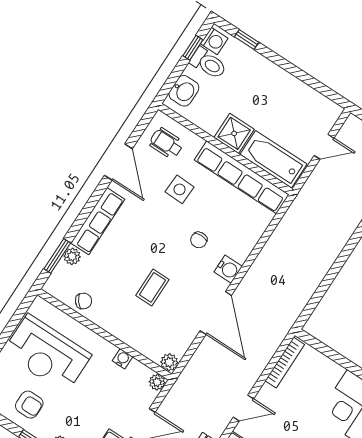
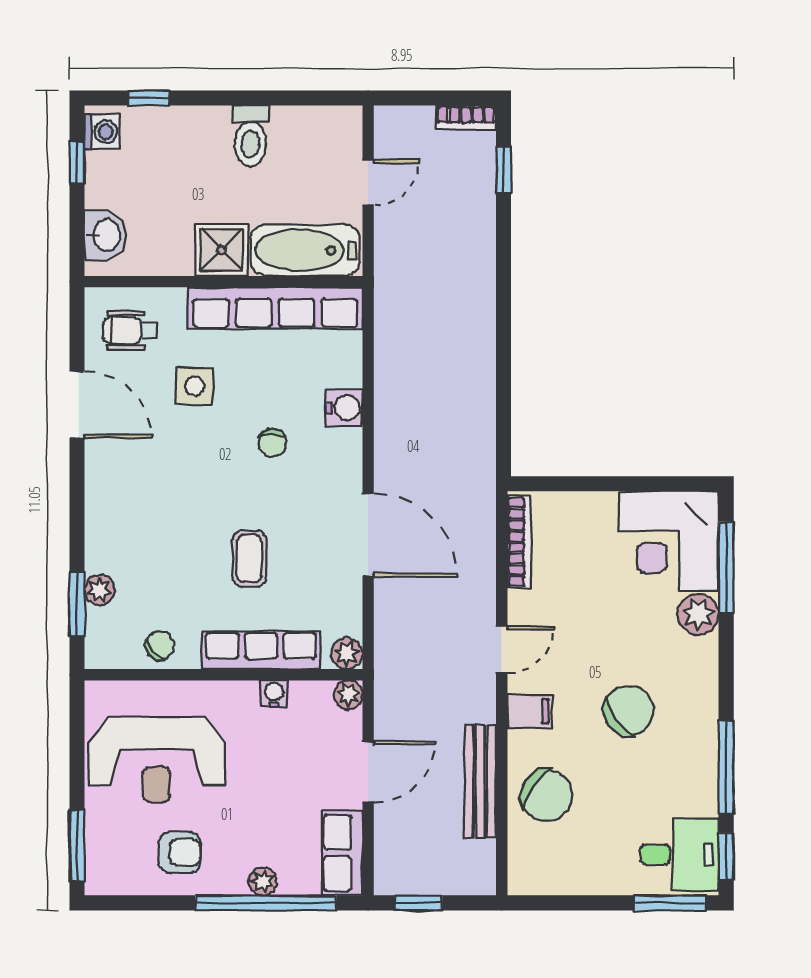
toilet: (208, 63) -> (250, 136), moved, turned 90
row of seats: (98, 221) -> (261, 650), moved, turned -90
water cooler: (228, 269) -> (344, 408), moved

